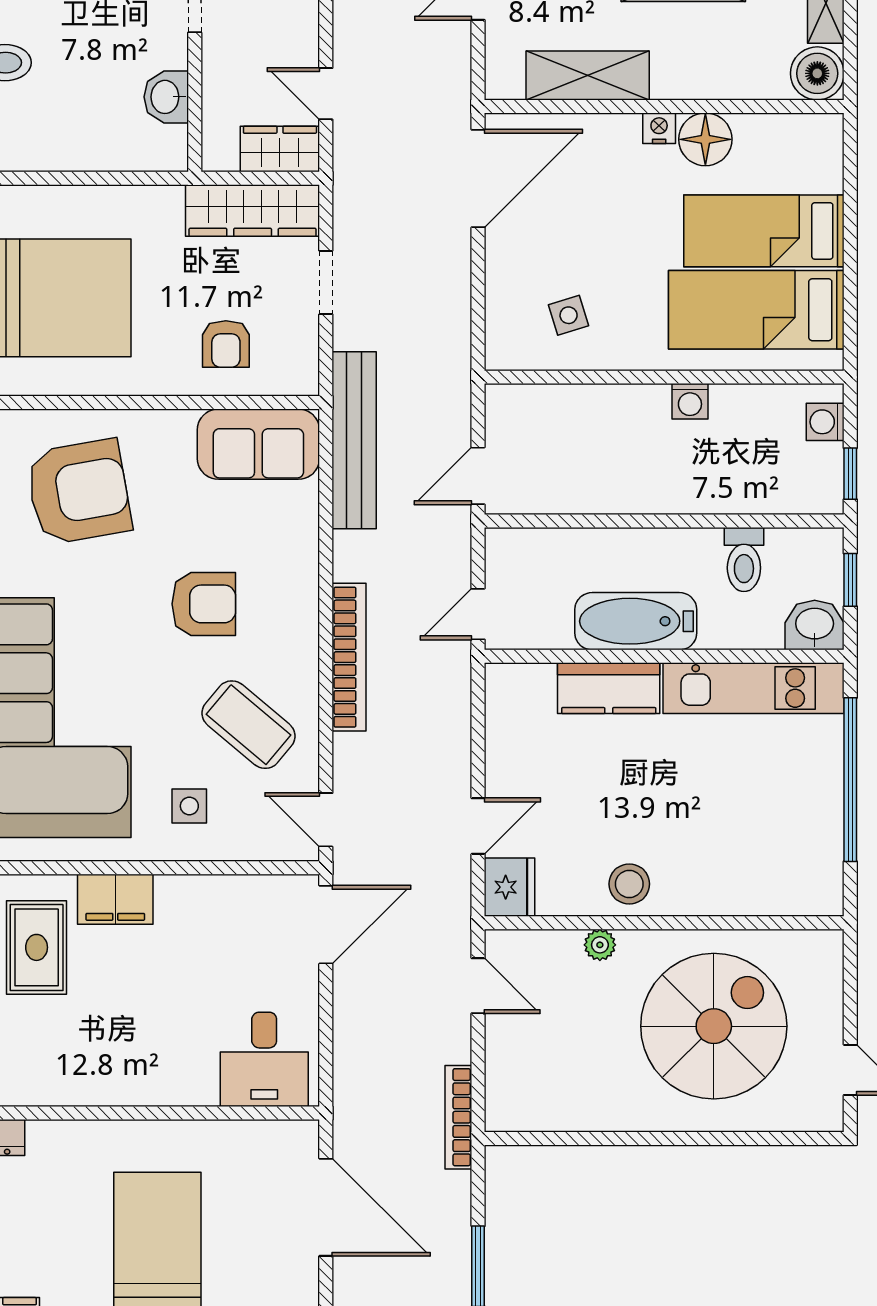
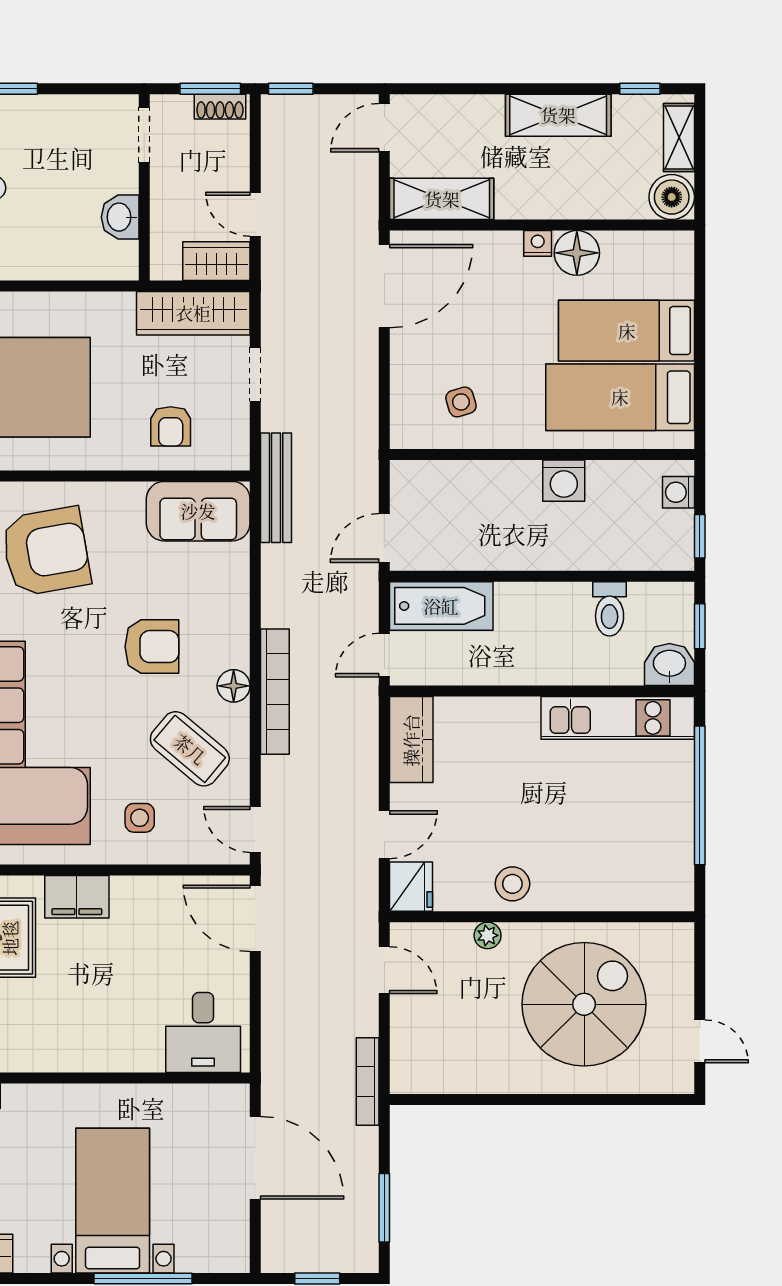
shelving: (588, 76) -> (442, 199), moved
washing machine: (690, 401) -> (564, 481), width x1.38, depth x1.38
bench: (354, 440) -> (276, 488), width x0.73, depth x0.82
bathtub: (636, 621) -> (441, 606), moved, turned 180
floor lamp: (300, 650) -> (234, 686), added
kitchen counter: (609, 688) -> (411, 740), moved, turned -90
door: (326, 925) -> (255, 918), swing flipped

